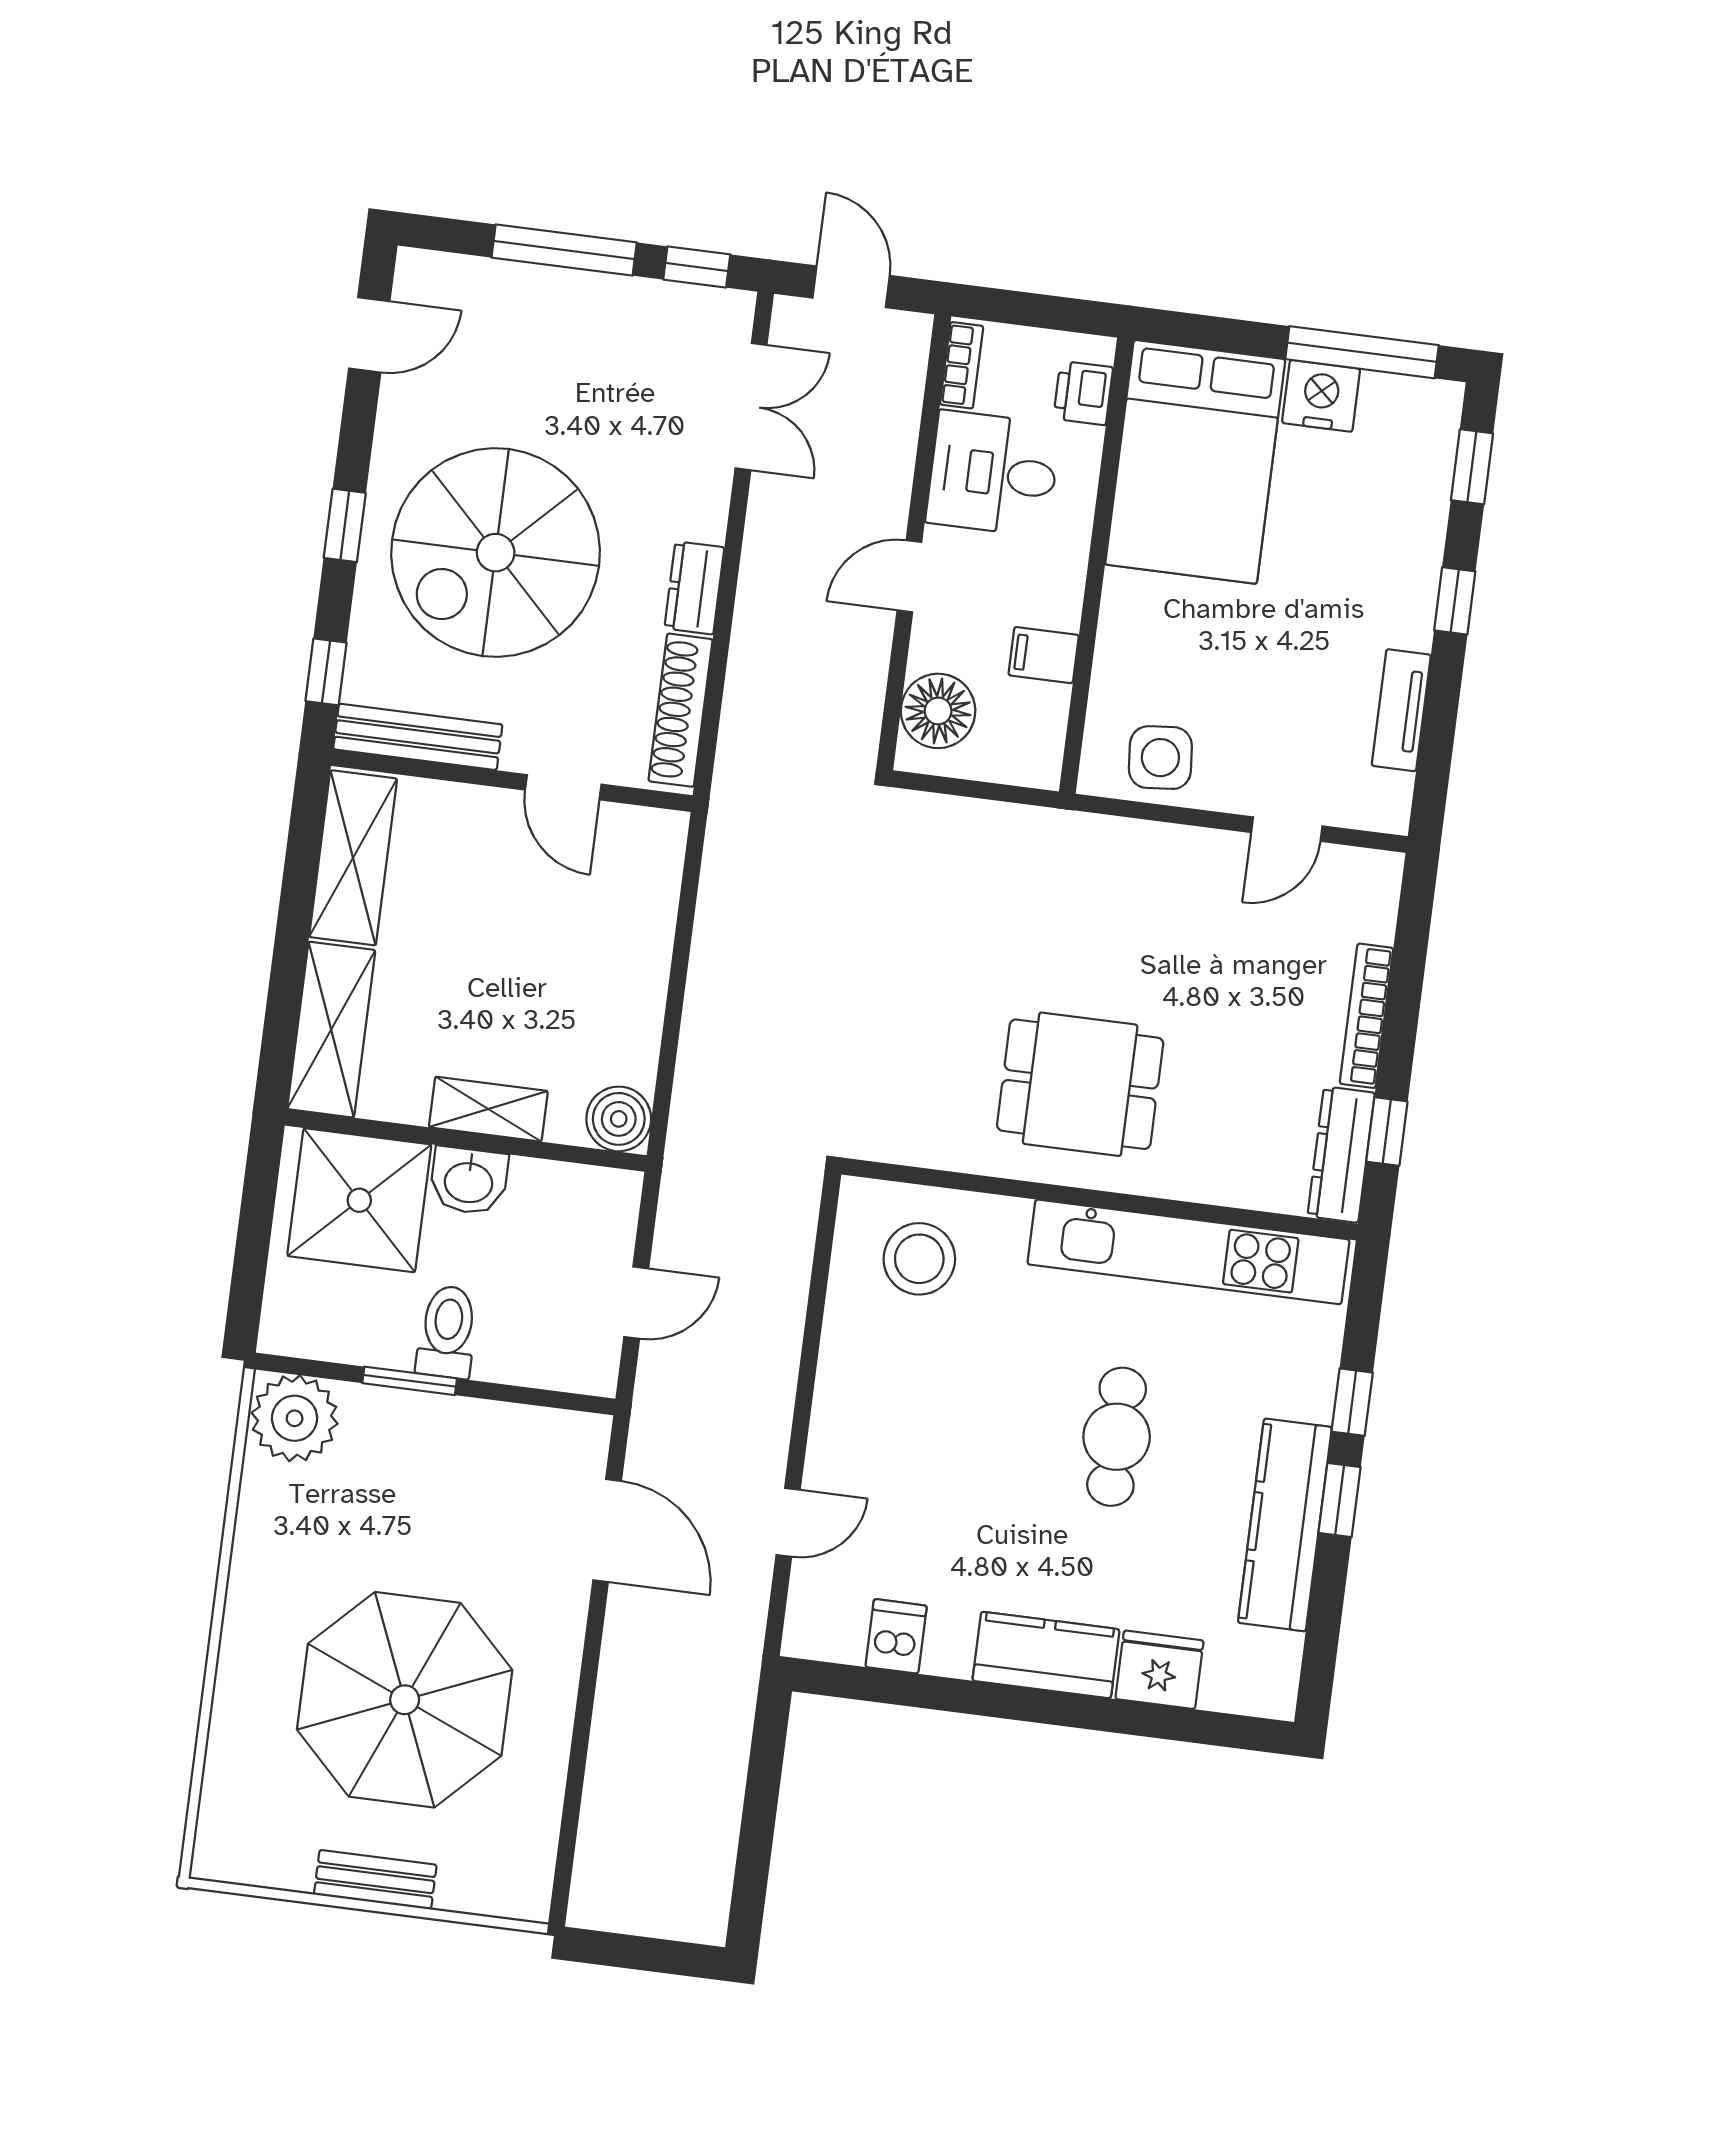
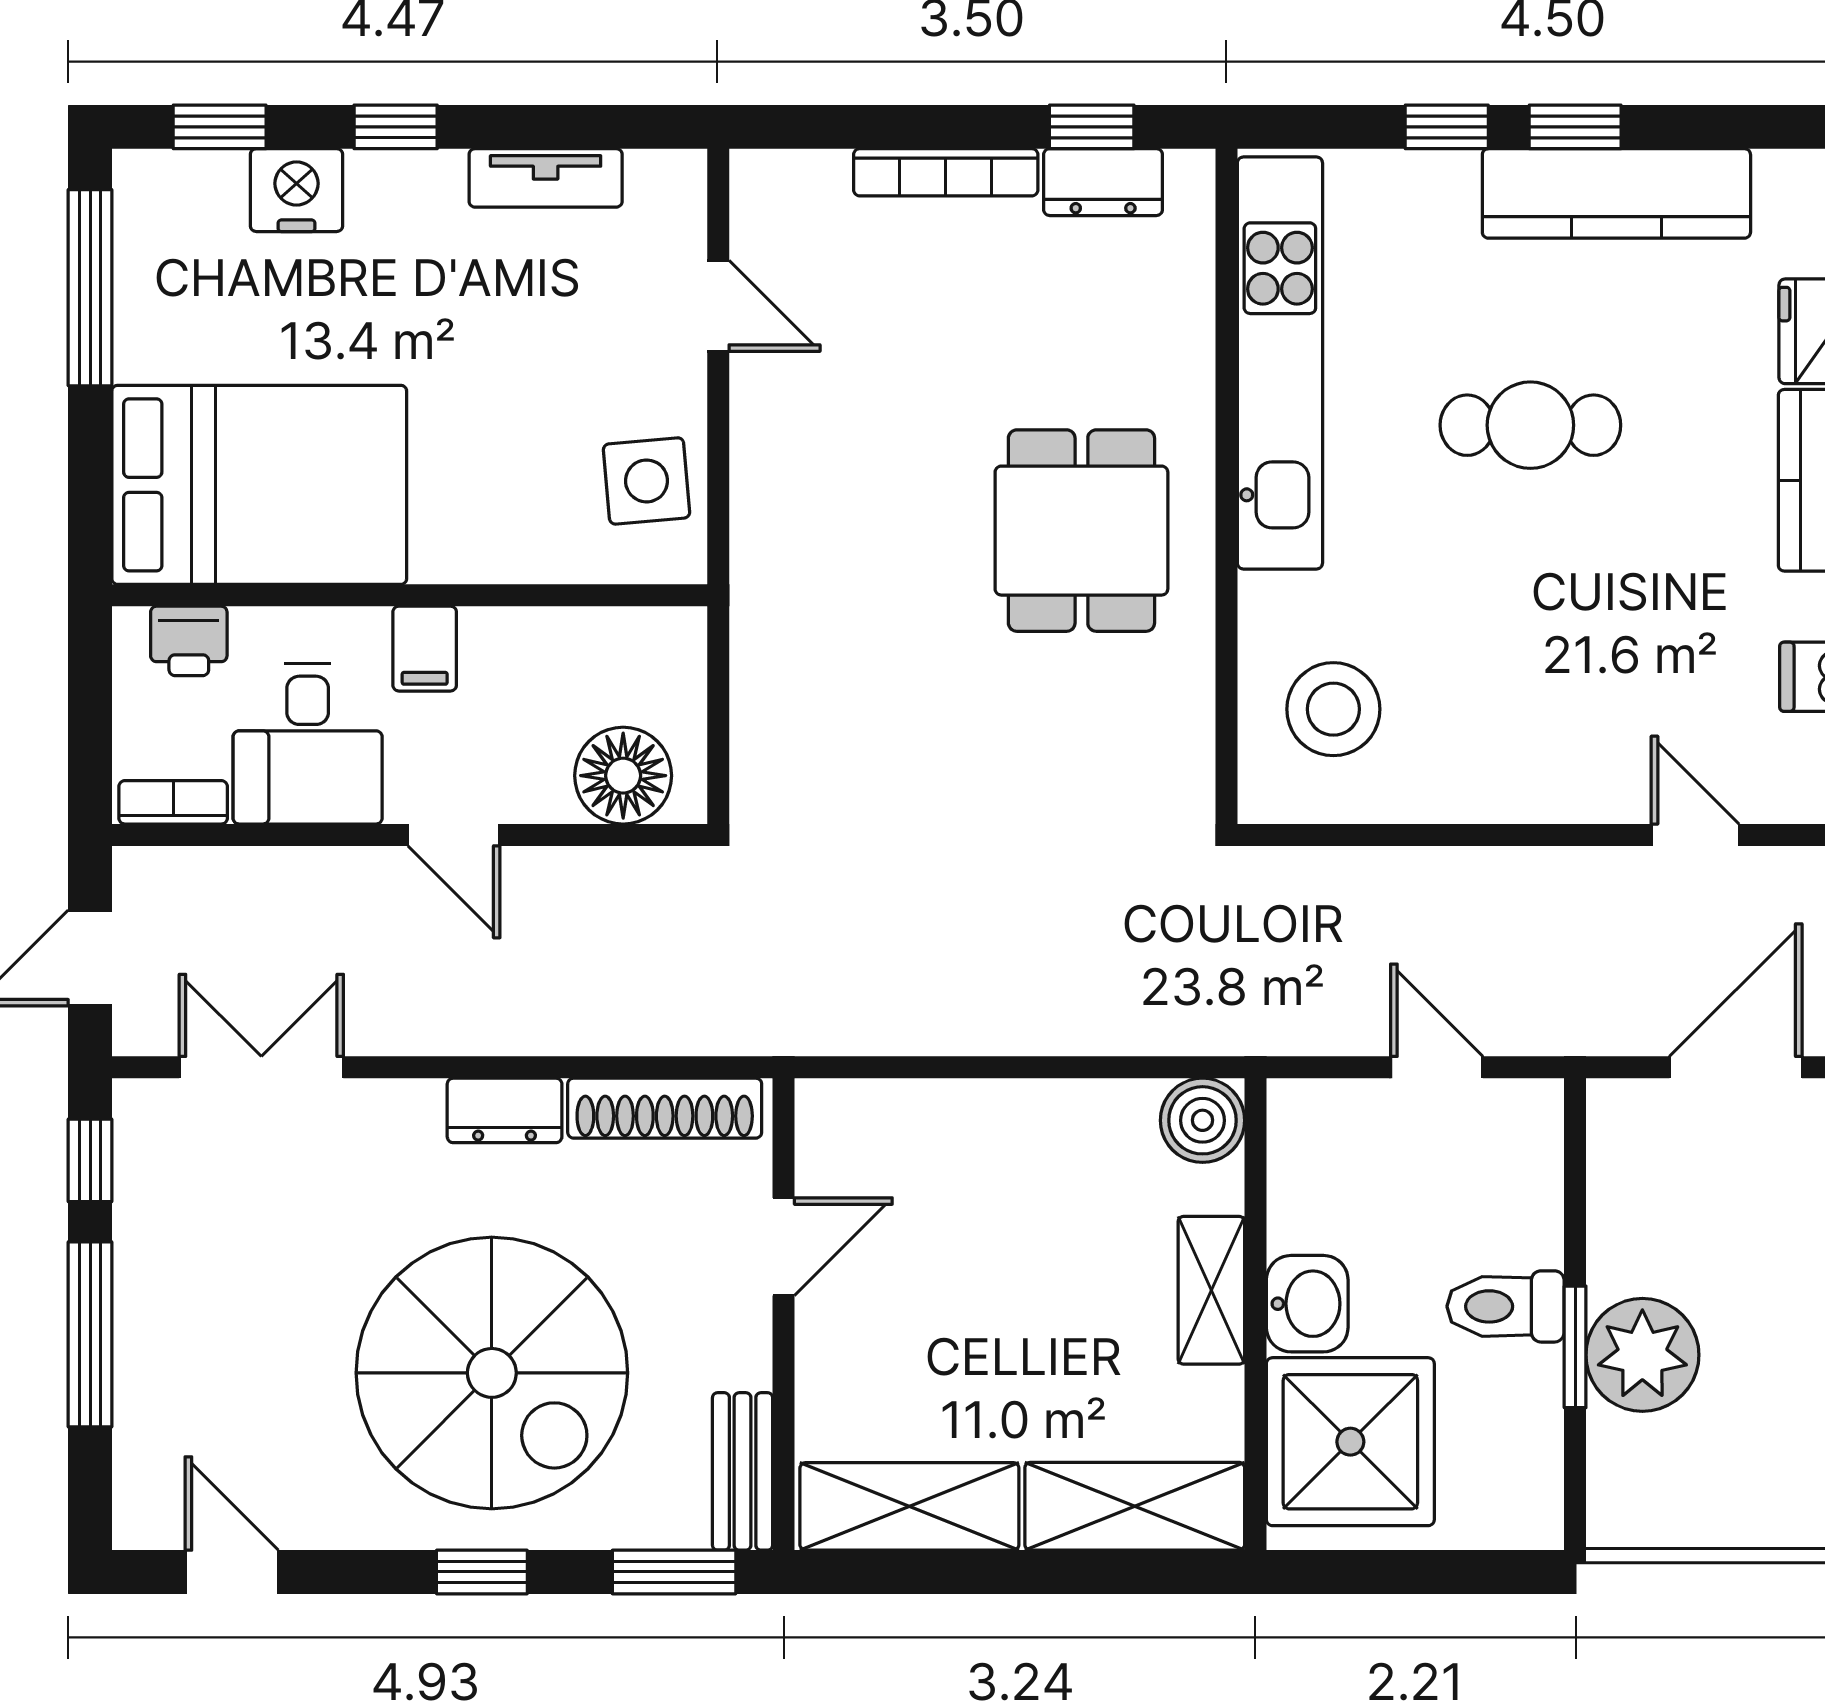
nightstand: (1321, 396) -> (296, 190), moved, turned 90
filing cabinet: (1044, 655) -> (425, 649), moved
window: (326, 672) -> (674, 1572), width x1.50
bench: (418, 737) -> (743, 1471), width x0.73
dresser: (1341, 1155) -> (1103, 182), width x0.70
plant: (295, 1418) -> (1642, 1355), moved

